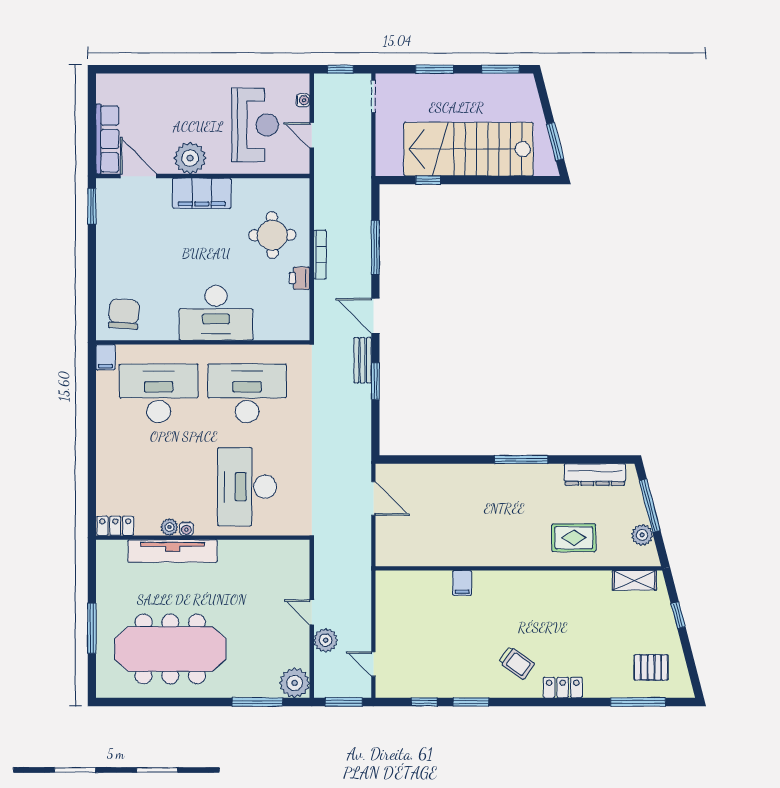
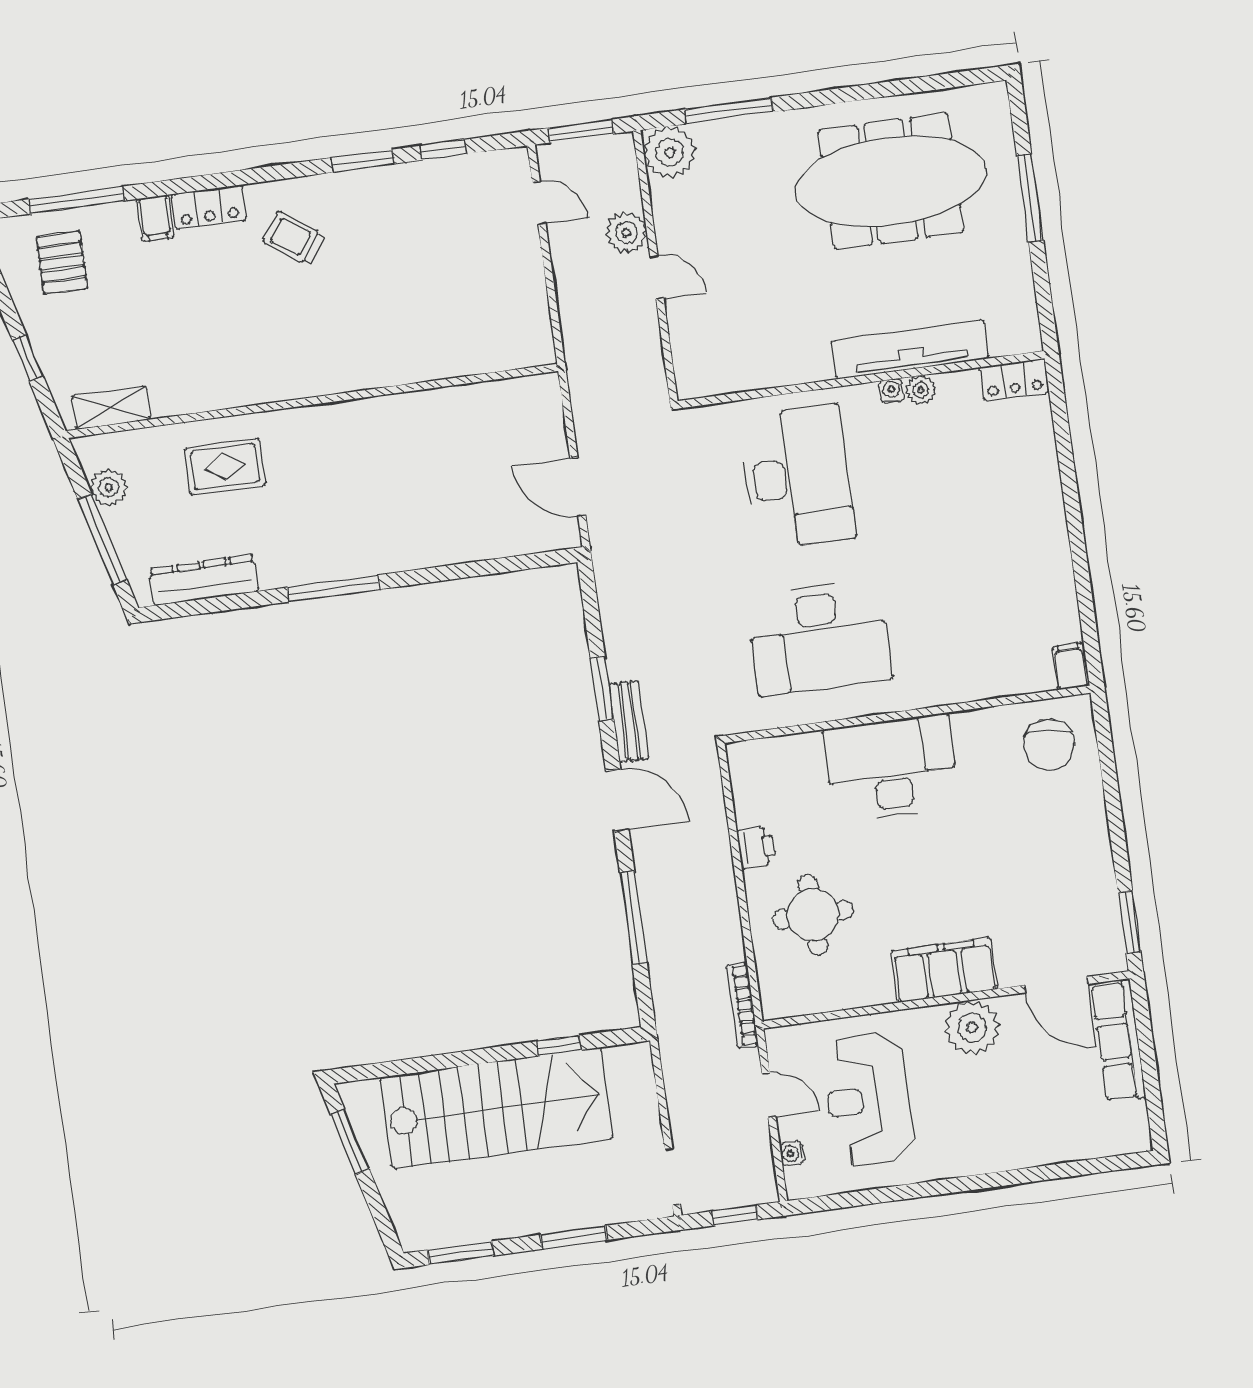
bookcase: (320, 255) -> (742, 1006), moved
desk: (159, 393) -> (971, 617), removed
filing cabinet: (462, 583) -> (155, 218), moved, turned 180
pallet: (651, 667) -> (62, 262), turned 90

